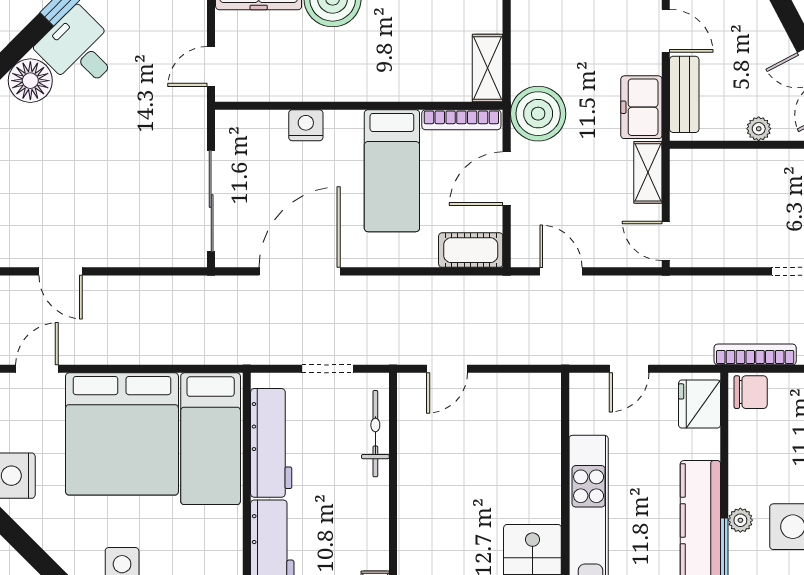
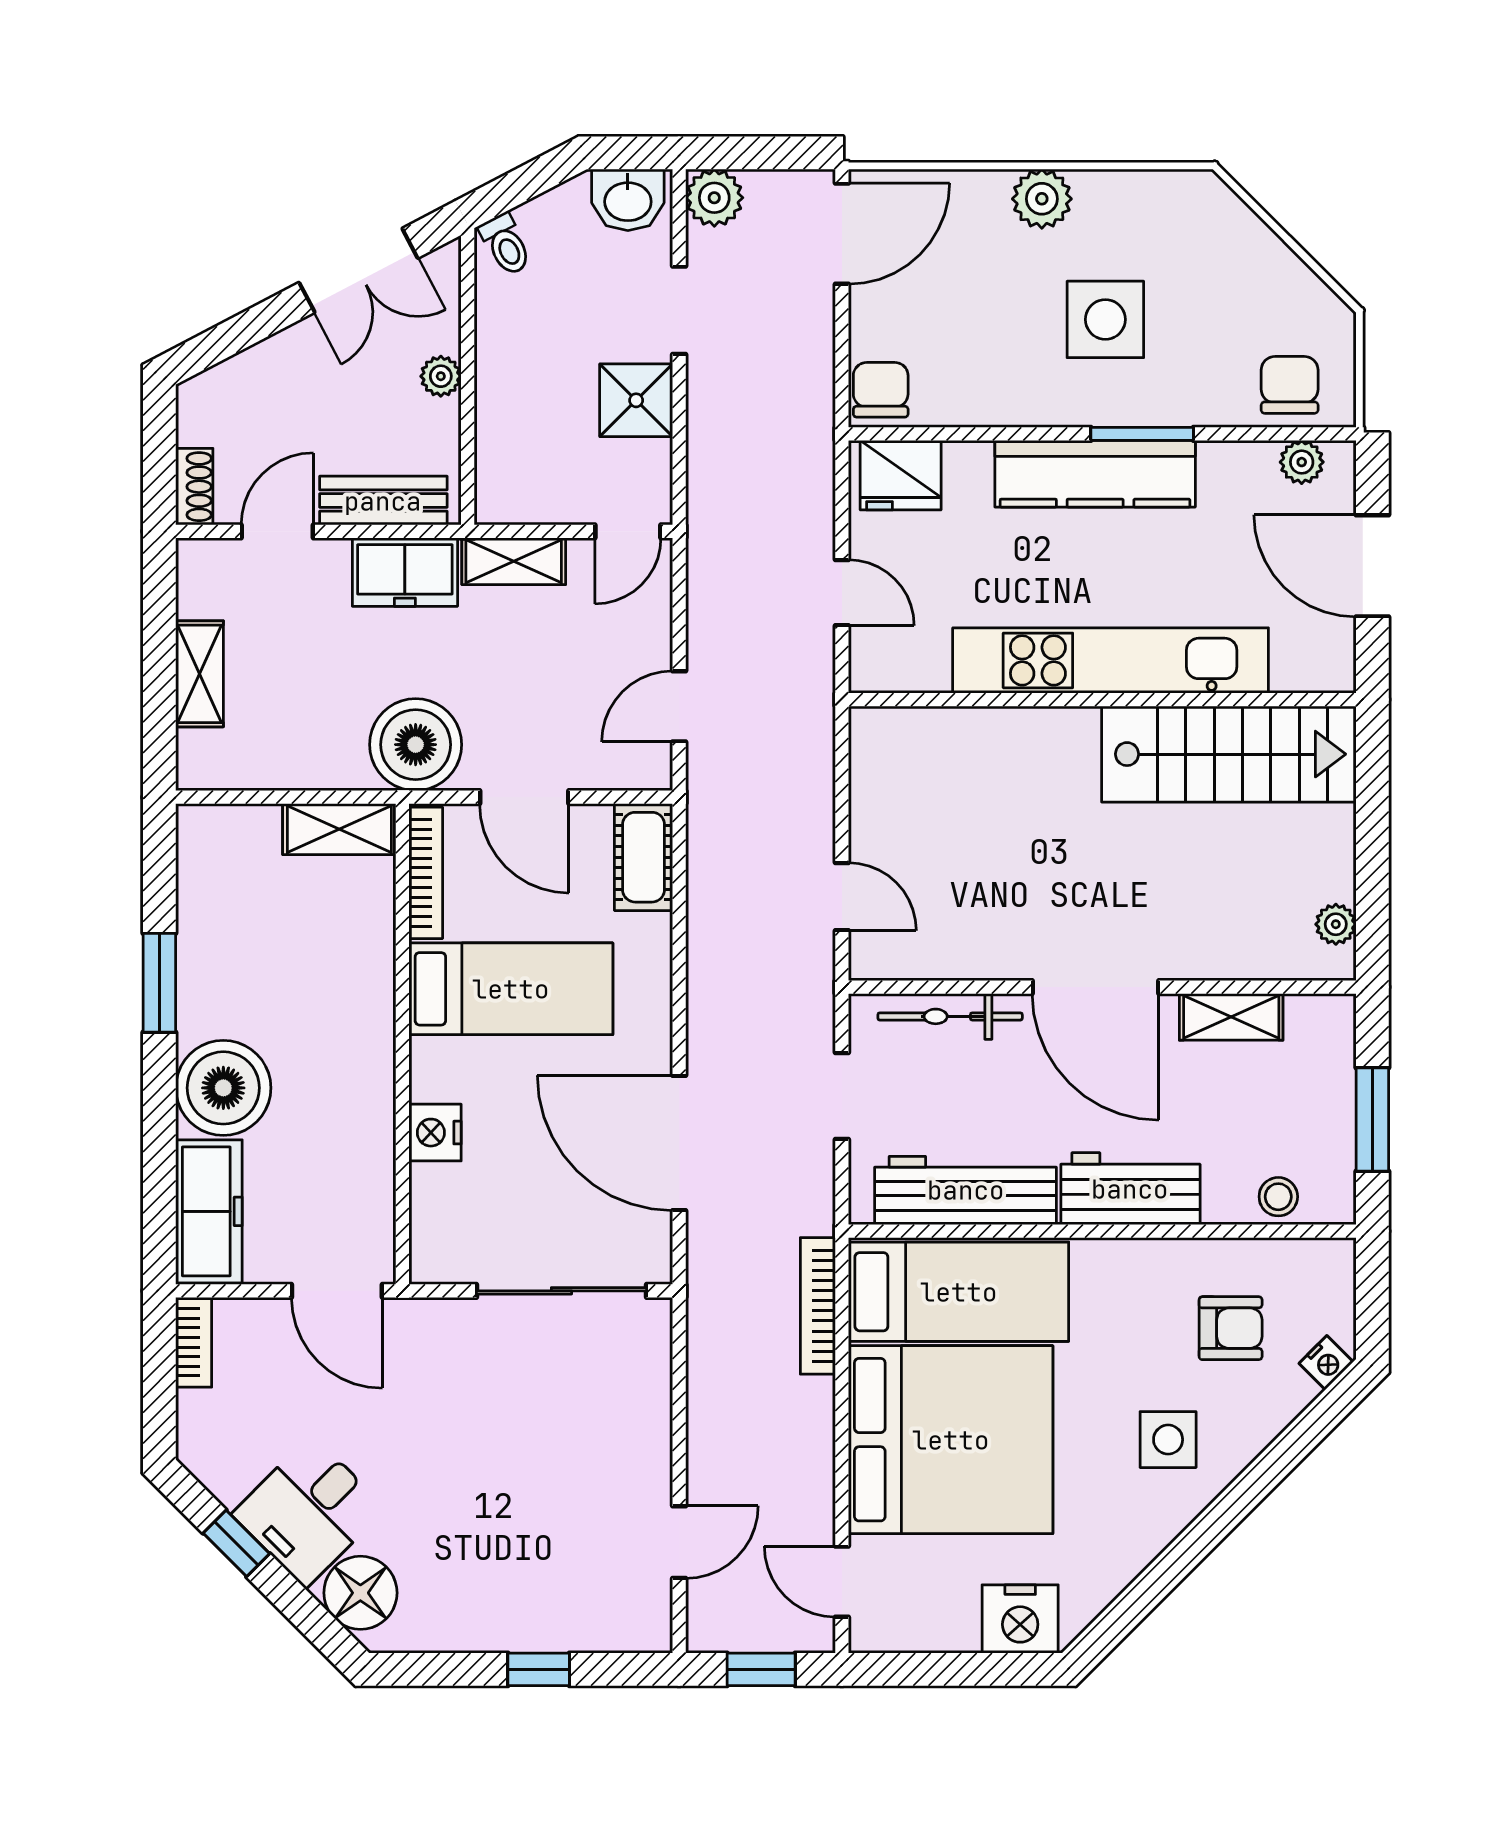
door: (211, 66) -> (337, 1291), width x1.38
shower: (744, 246) -> (636, 400), added
bookcase: (755, 354) -> (818, 1306), moved
plant: (740, 520) -> (1095, 407), removed
door: (393, 521) -> (1096, 987), added

